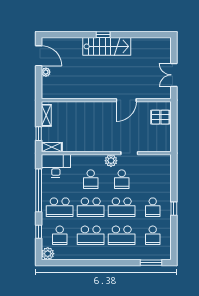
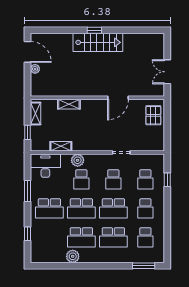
shelving: (79, 106) -> (69, 104), added
pallet: (160, 117) -> (153, 115), turned 90
shelving: (52, 147) -> (61, 146), moved
plant: (111, 161) -> (78, 160), moved
window: (39, 190) -> (28, 191), width x0.47
window: (174, 209) -> (167, 180), moved
school desk: (60, 235) -> (145, 179), moved
plant: (48, 254) -> (73, 256), moved

